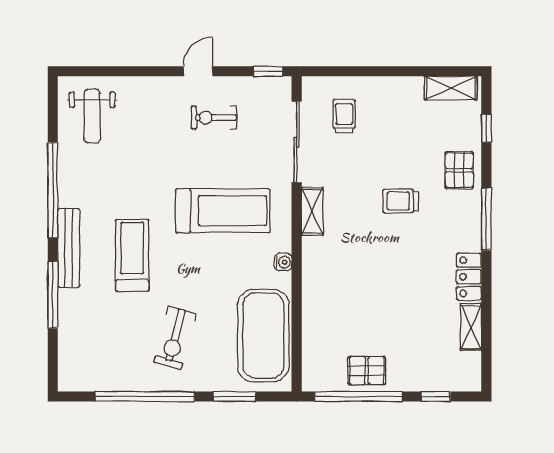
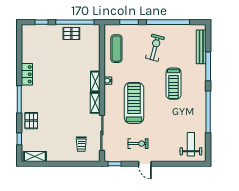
door: (198, 71) -> (145, 164), hinge flipped
trolley: (401, 201) -> (57, 107), removed
treadmill: (223, 211) -> (134, 103), turned 90
bench: (69, 248) -> (201, 47), moved
shelving: (471, 327) -> (95, 81), moved
exercise mat: (263, 336) -> (116, 49), width x0.50, depth x0.69

